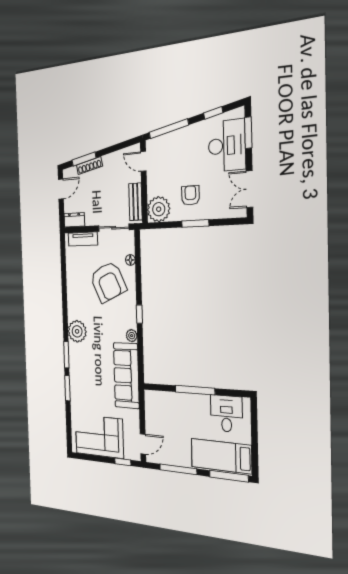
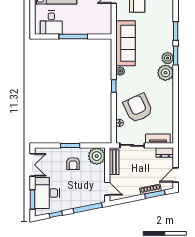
plant: (75, 352) -> (168, 58), added

